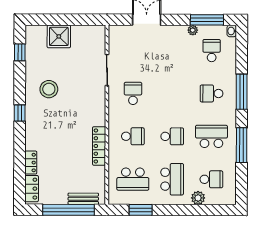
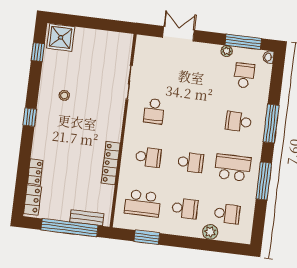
shower: (59, 36) -> (61, 37), moved
stool: (49, 89) -> (64, 95), width x0.53, depth x0.53
school desk: (133, 93) -> (154, 111), turned 180
school desk: (172, 179) -> (185, 208), width x0.54

